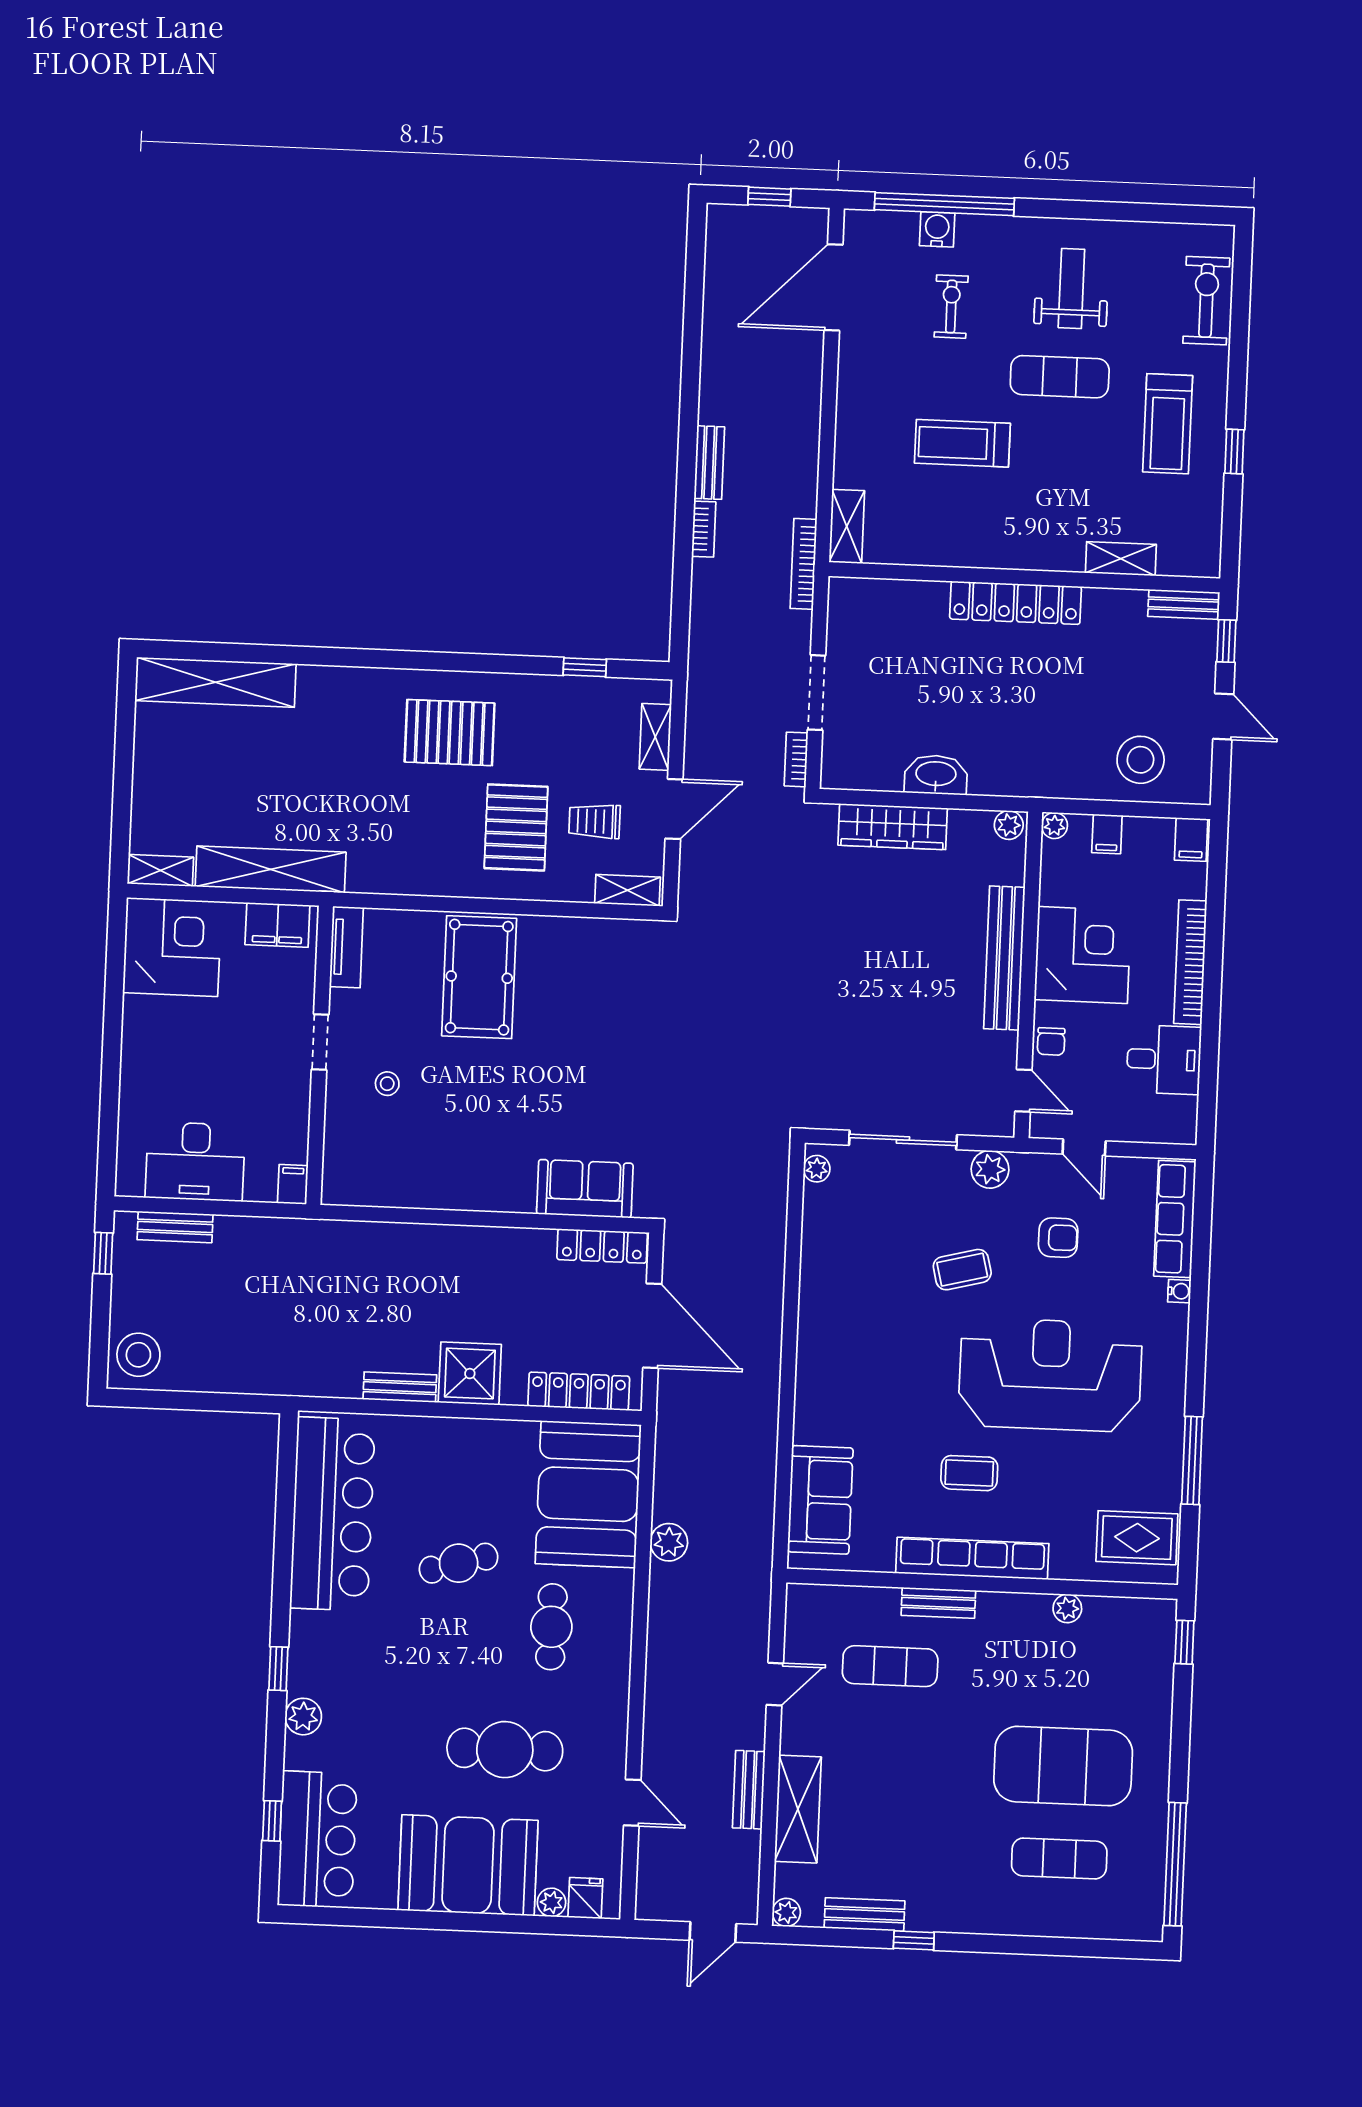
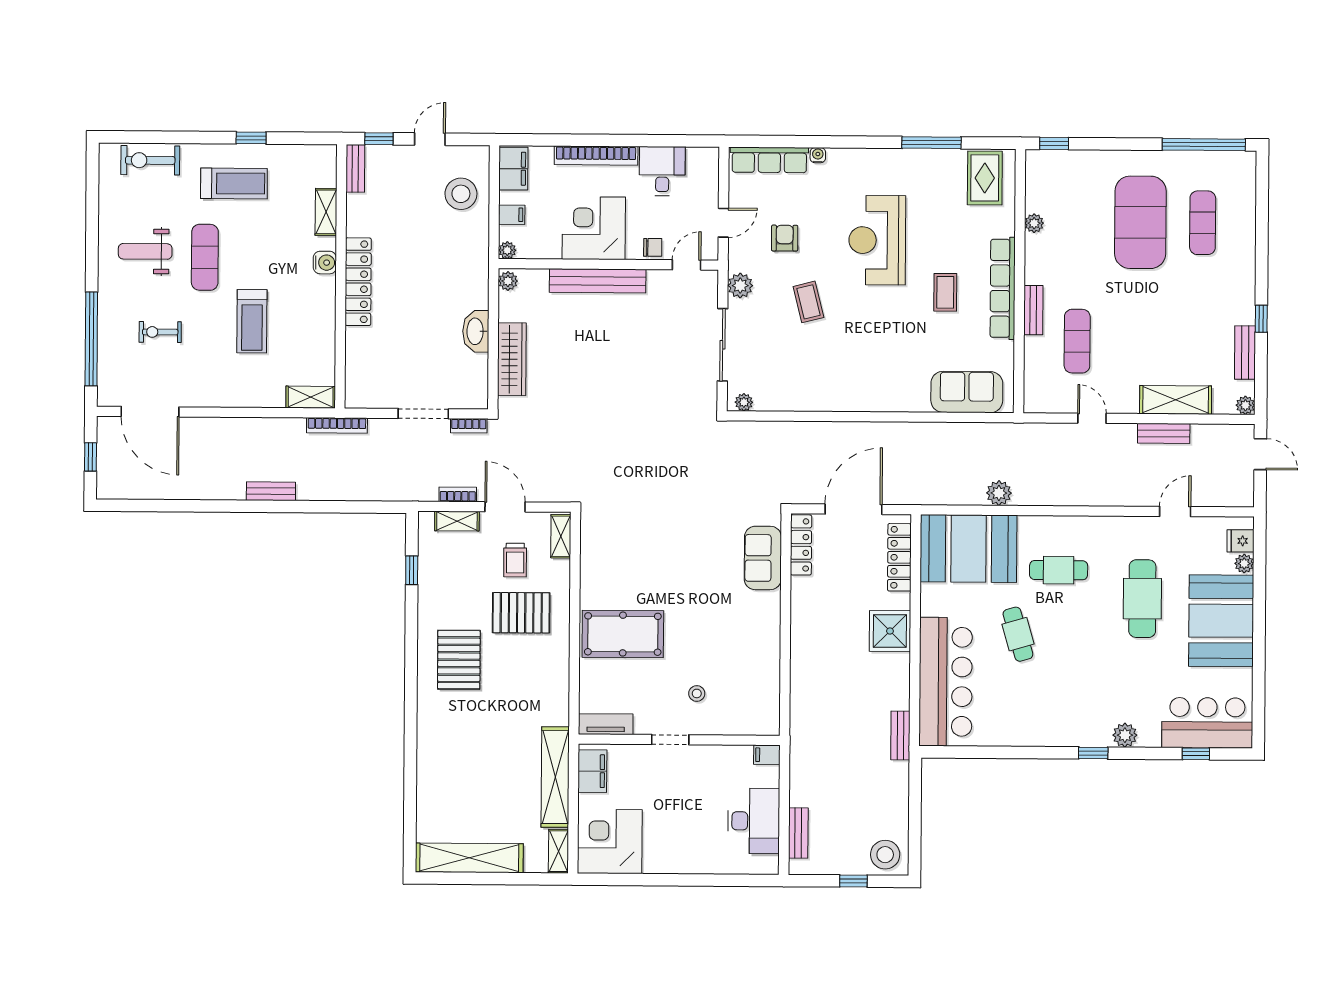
water cooler: (937, 229) -> (325, 263), moved, turned 180
bookcase: (704, 529) -> (458, 494), moved
shelving: (216, 682) -> (469, 858), moved, turned 90
filing cabinet: (1191, 840) -> (513, 169), width x2.00
window: (103, 1253) -> (853, 881), moved
reception desk: (1050, 1375) -> (877, 240), width x0.74, depth x0.77
bench: (400, 1387) -> (900, 735), moved
bar counter: (332, 1514) -> (946, 682), moved, turned 90

